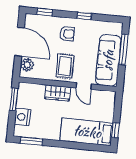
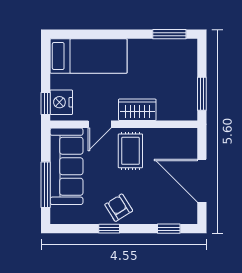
armchair: (67, 34) -> (119, 208), moved, turned 58
plant: (27, 65) -> (187, 147), removed
door: (84, 86) -> (100, 124), swing flipped
nightstand: (22, 117) -> (61, 102), moved, turned 180
window: (115, 130) -> (46, 104), moved

